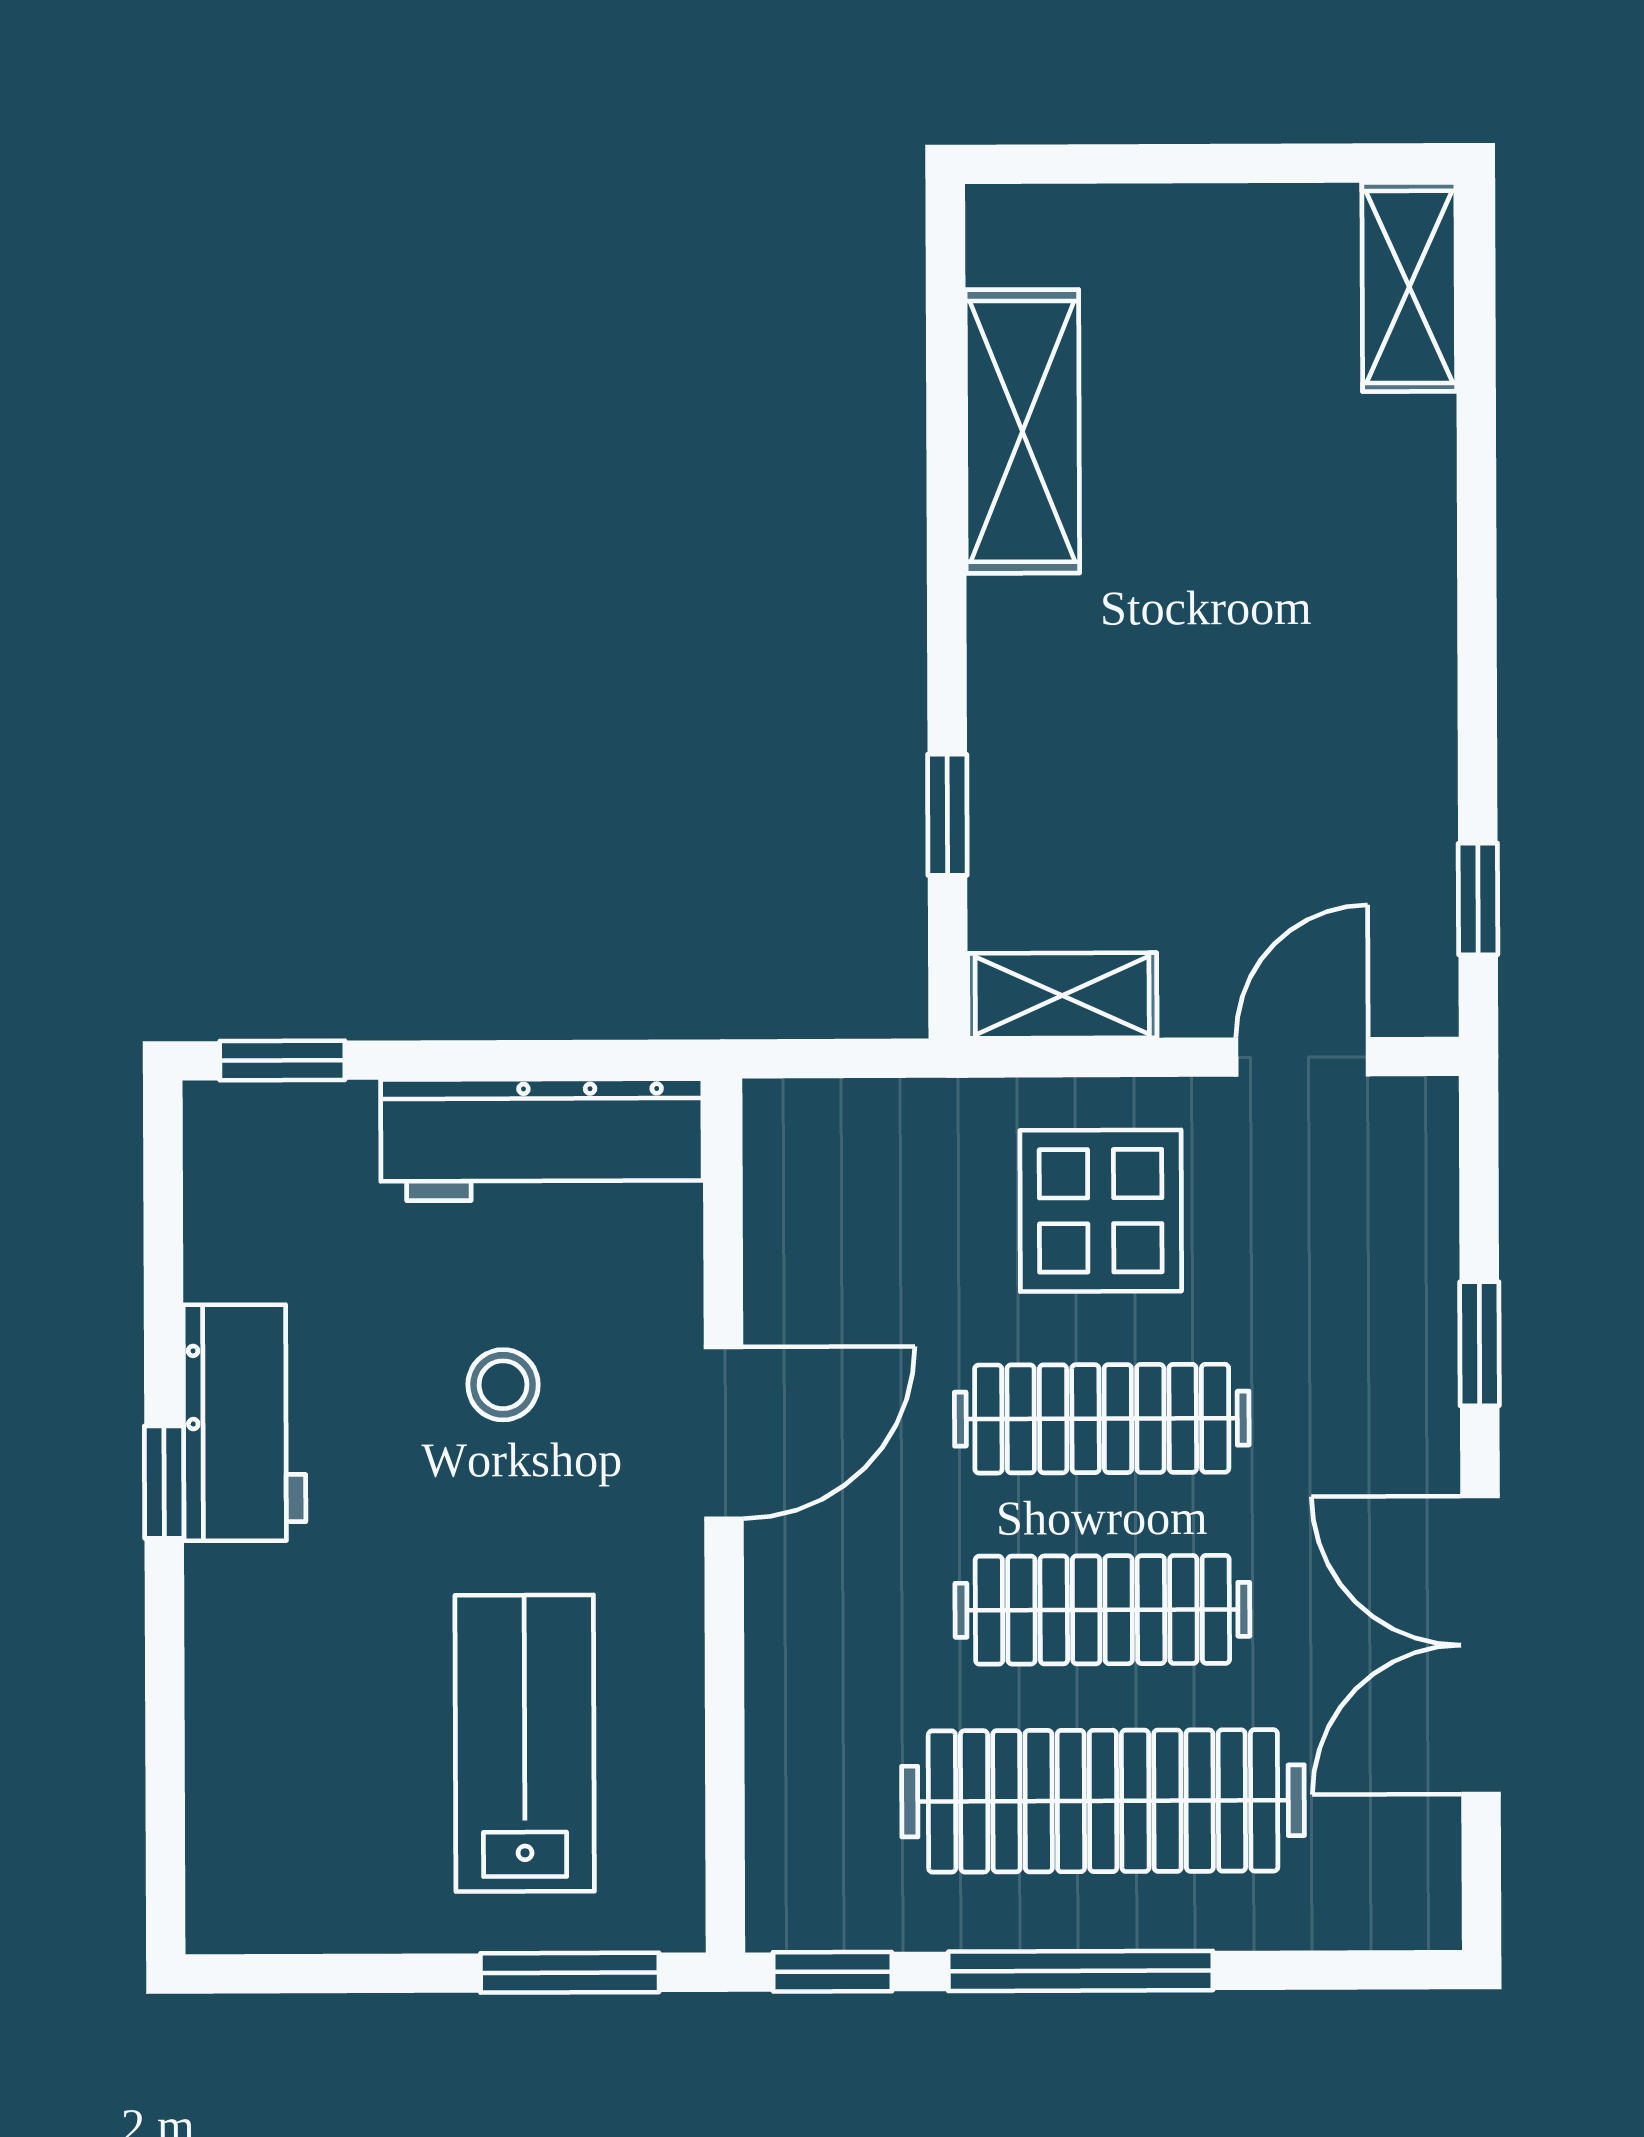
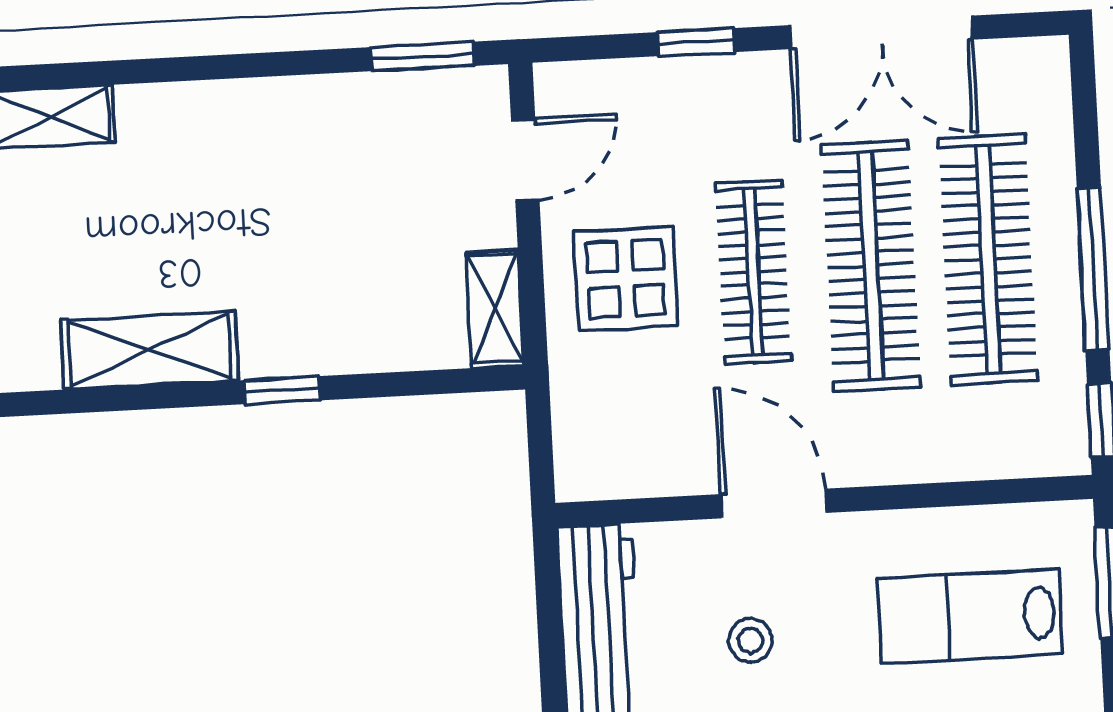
window: (947, 815) -> (282, 390), moved
window: (1478, 899) -> (423, 56), width x1.50
door: (1302, 1057) -> (525, 160), swing flipped
clothes rail: (1102, 1610) -> (871, 266), width x1.37, depth x1.31

